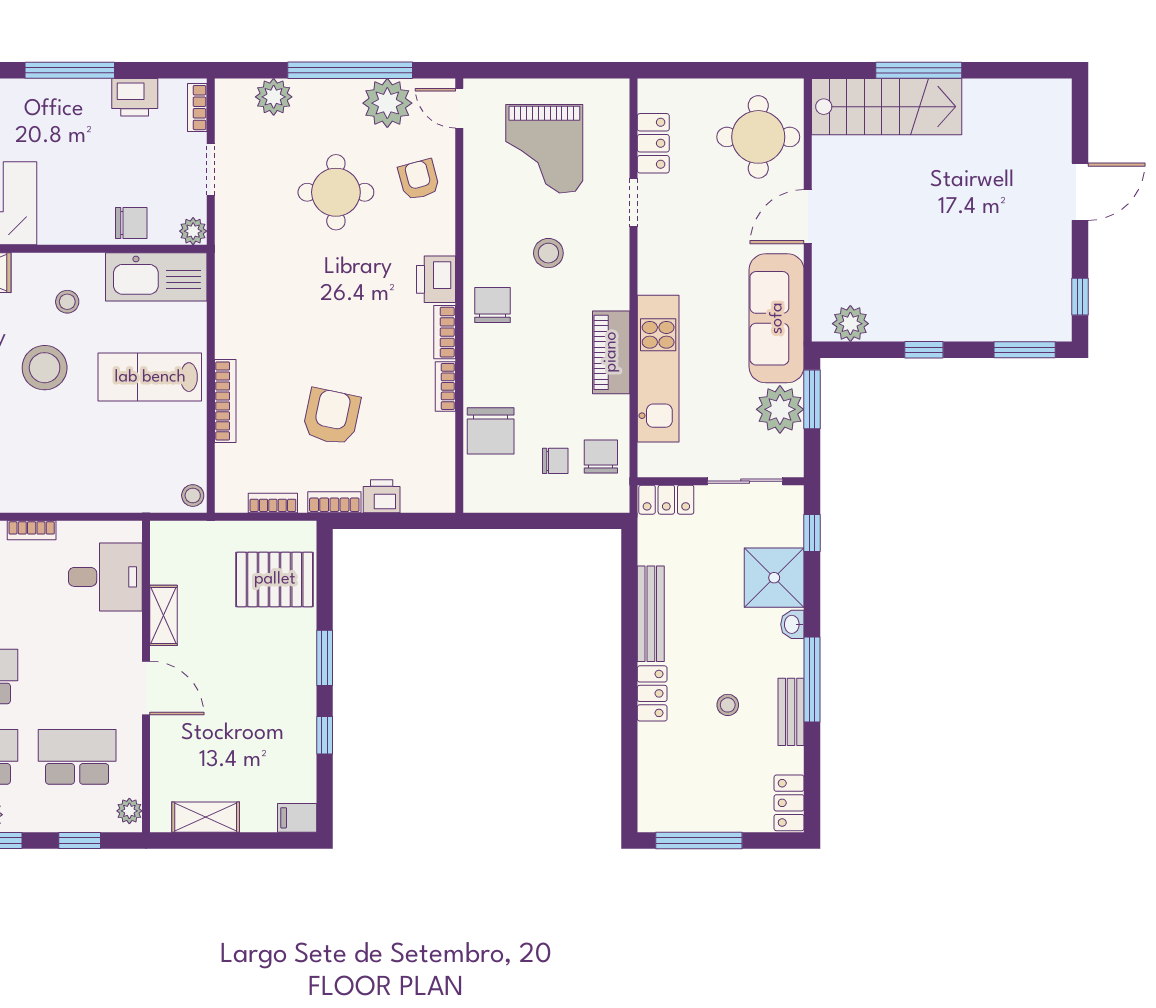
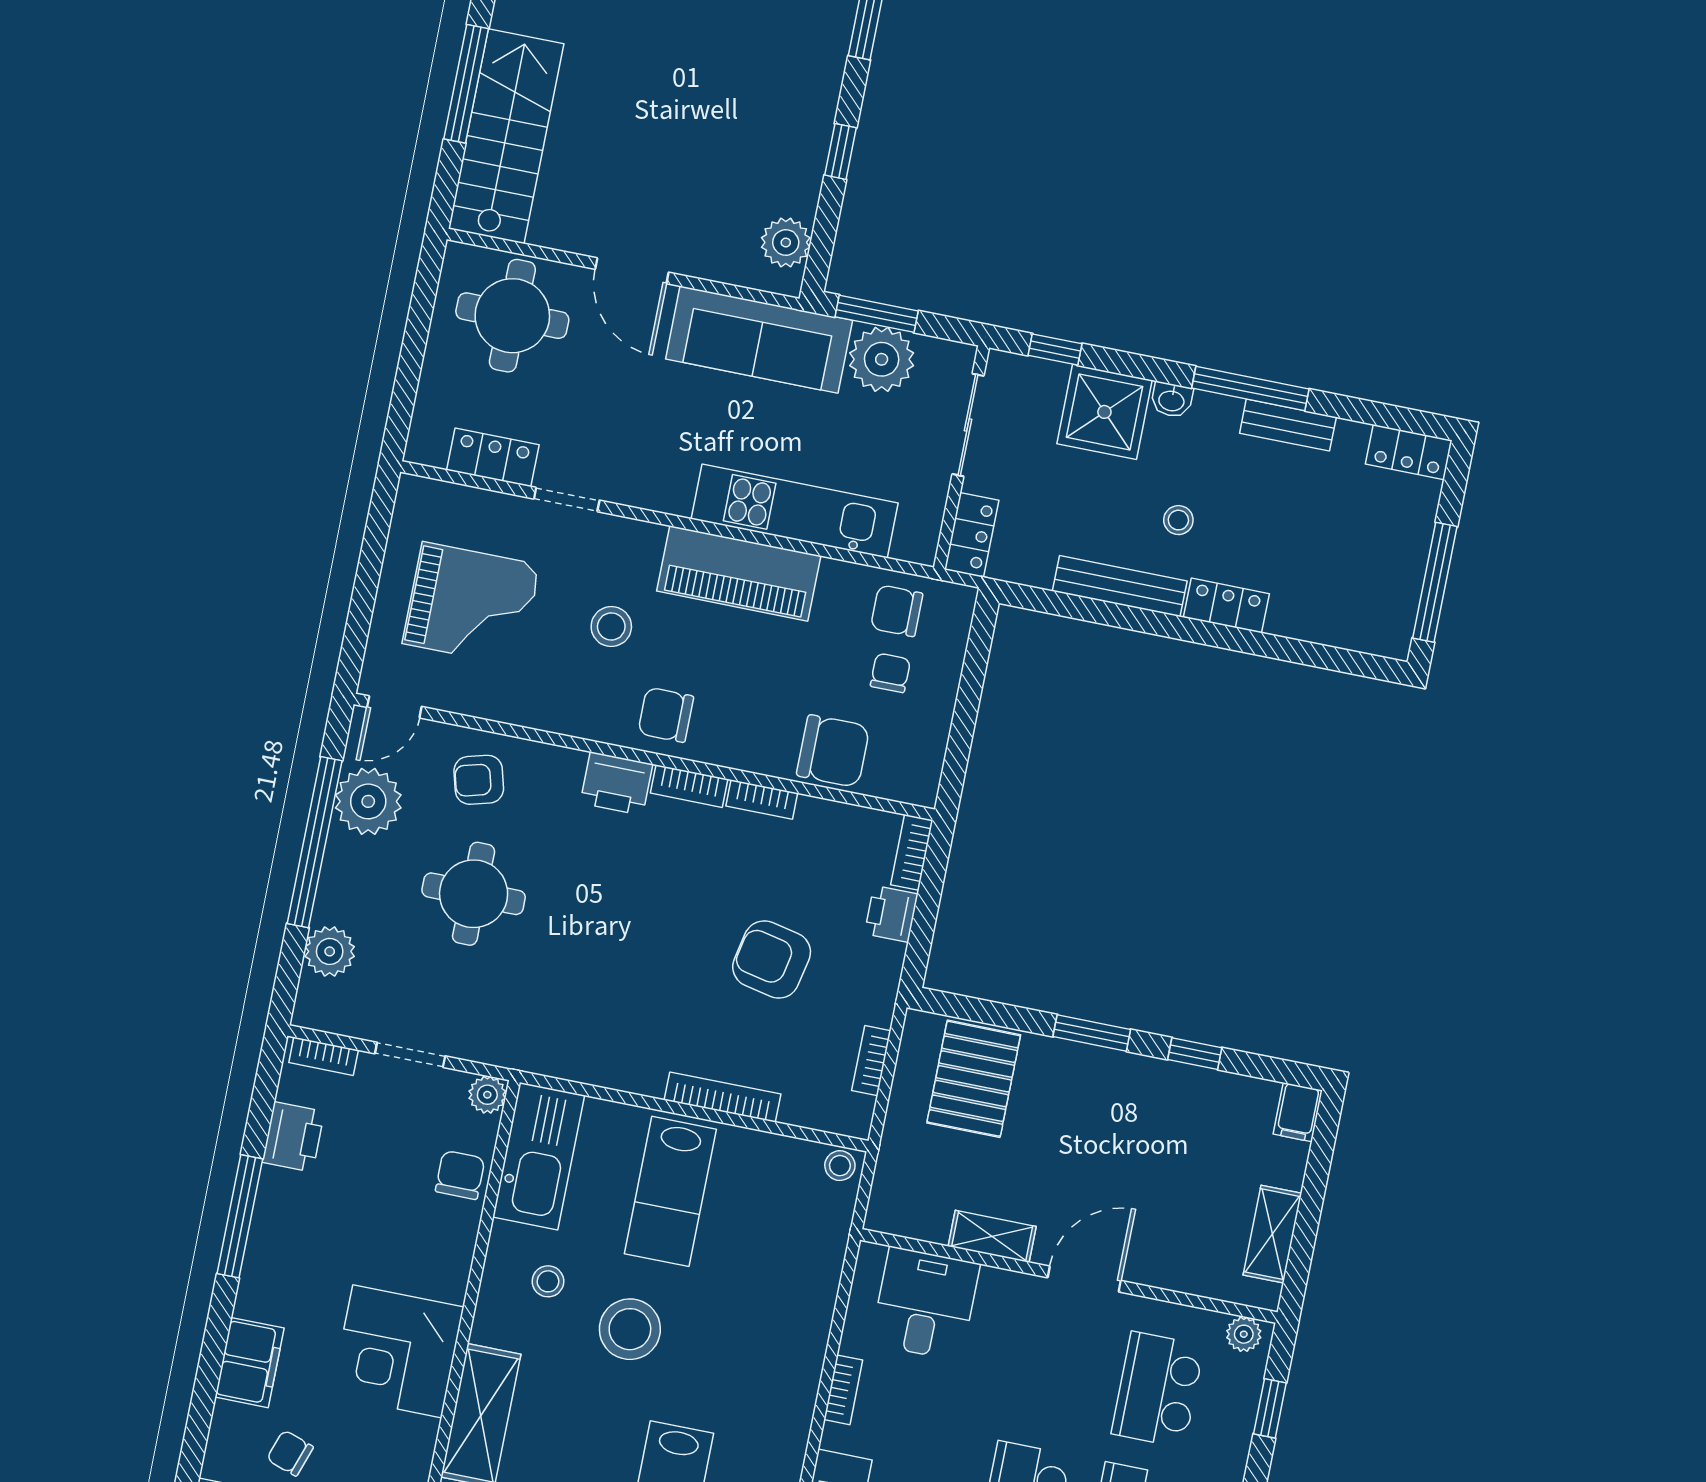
piano: (611, 352) -> (739, 573), width x1.37, depth x1.33
bookcase: (334, 502) -> (912, 852), moved
stool: (728, 705) -> (1178, 520), moved

